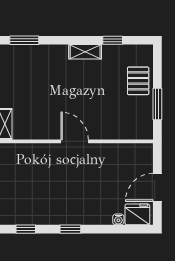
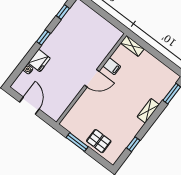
shelving: (85, 52) -> (148, 111), moved
filing cabinet: (45, 129) -> (112, 66), added
fridge: (137, 214) -> (39, 61), moved

